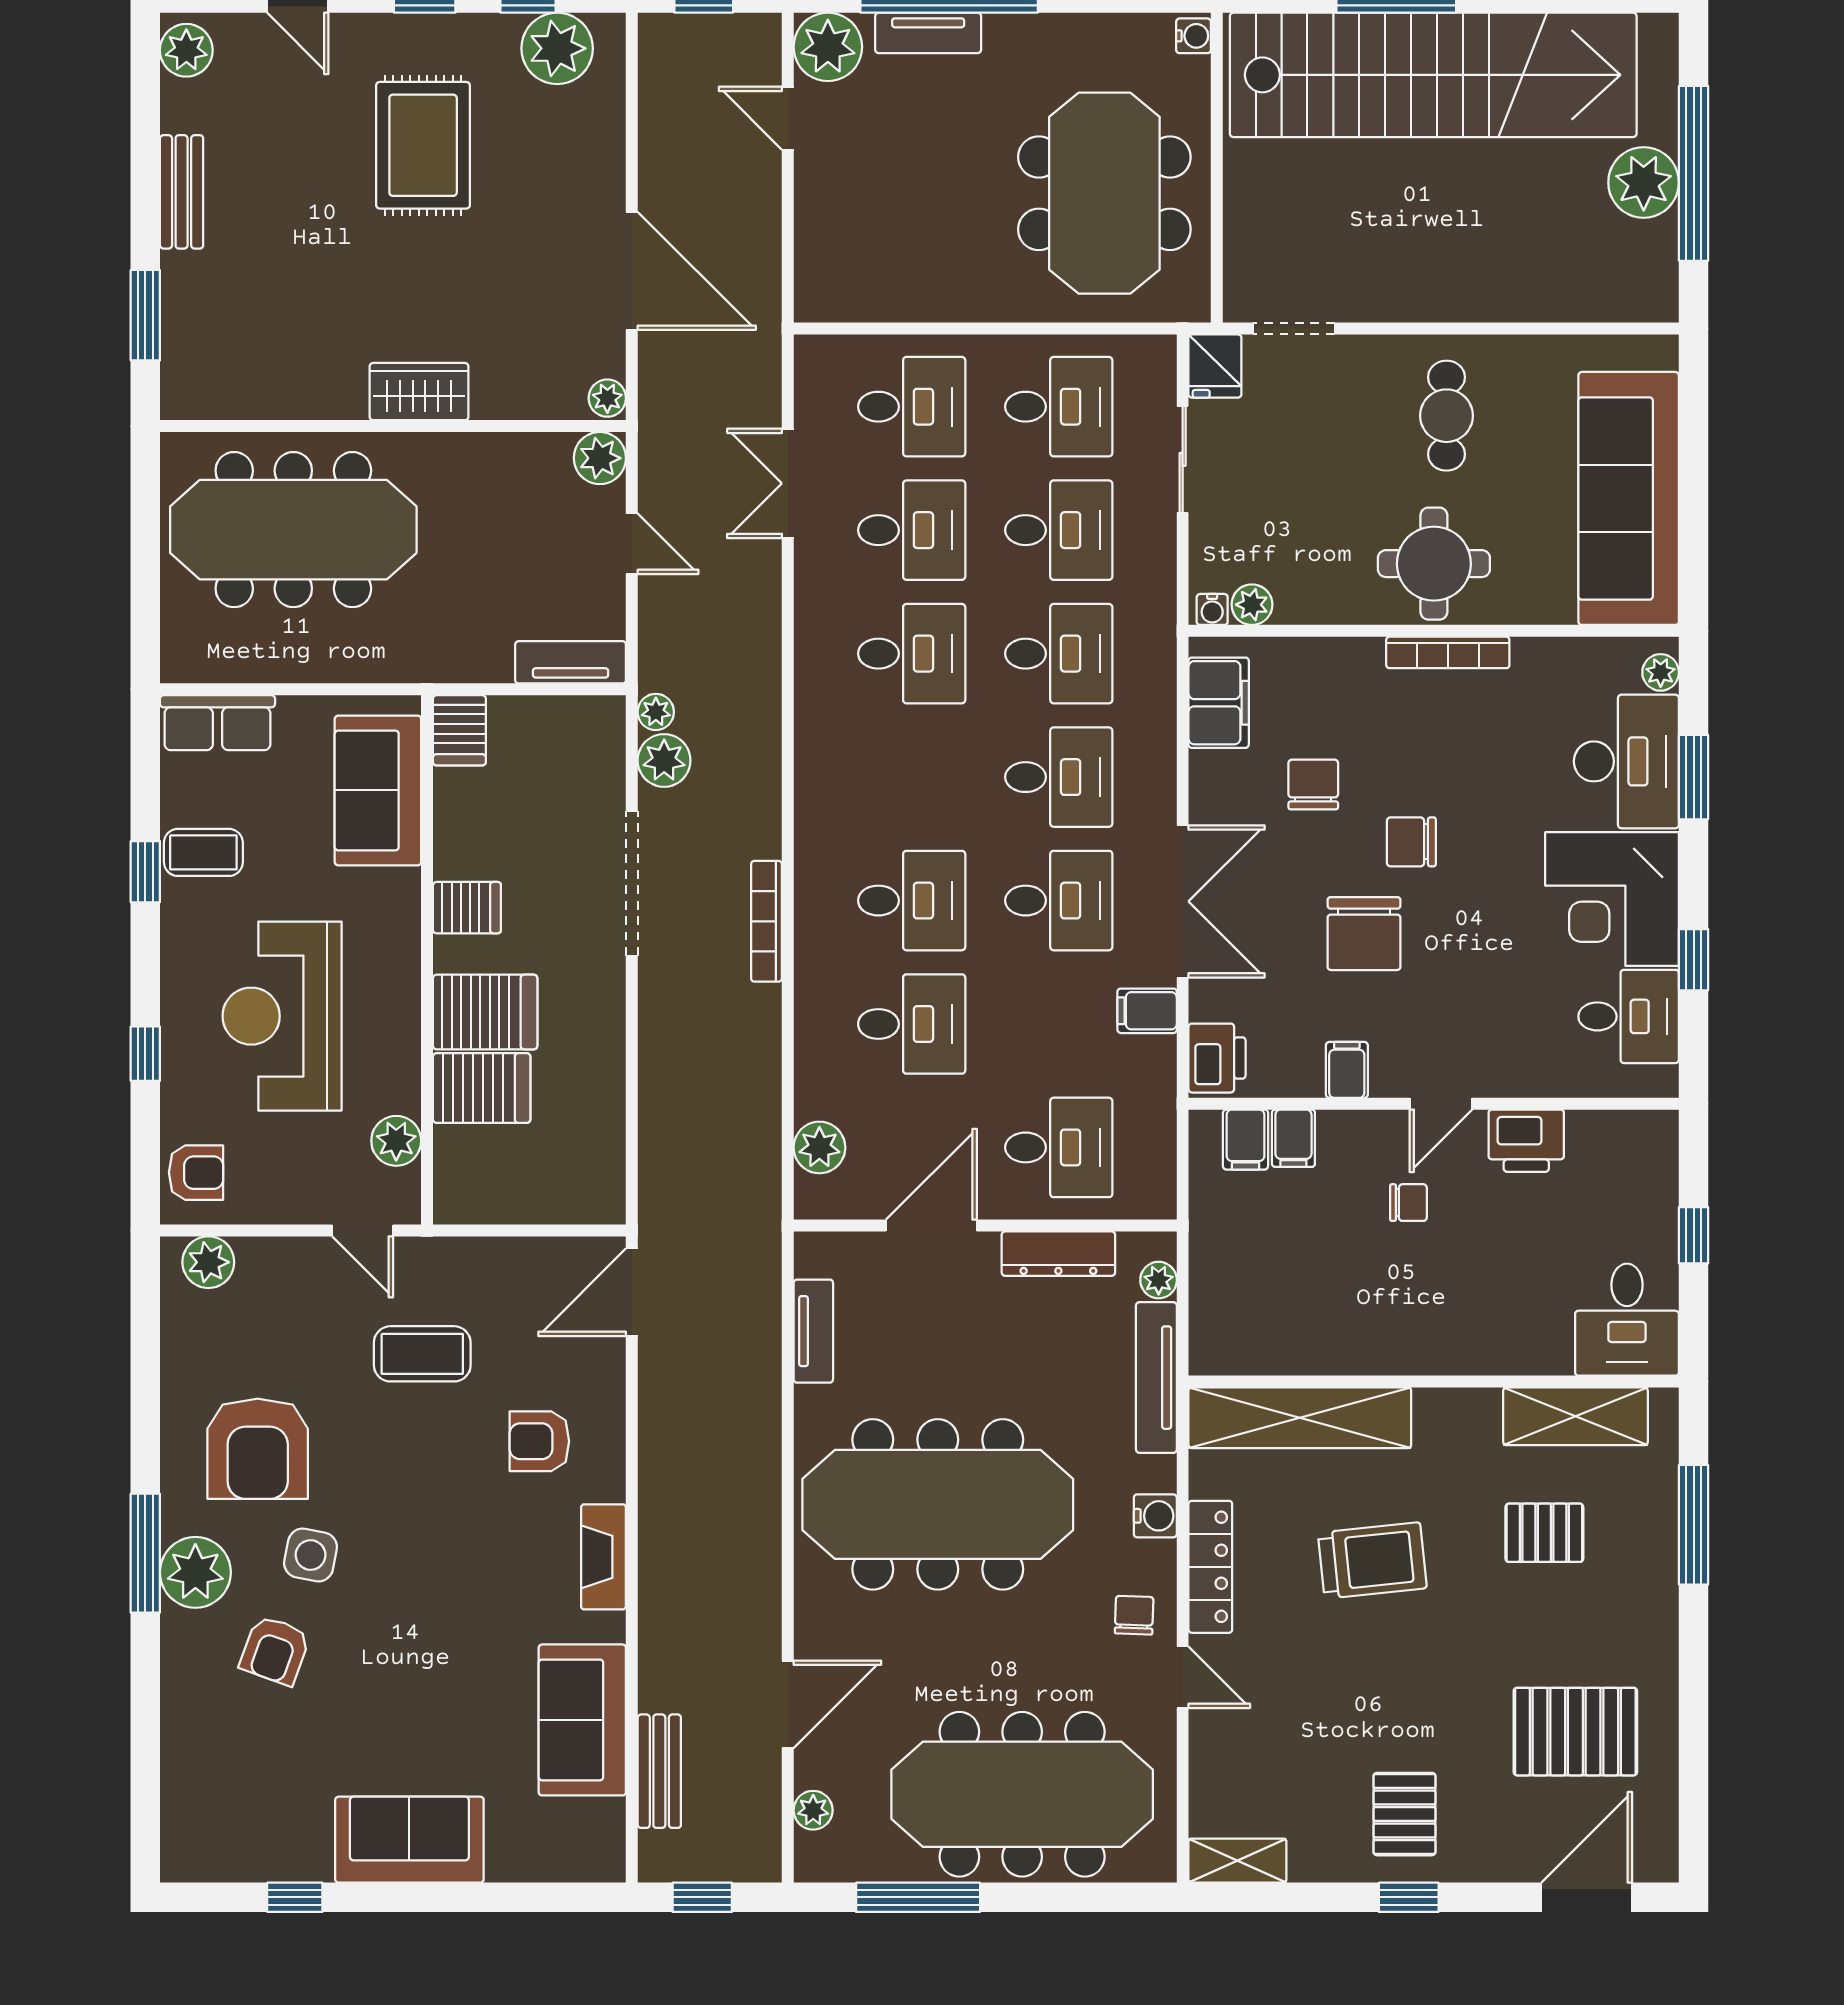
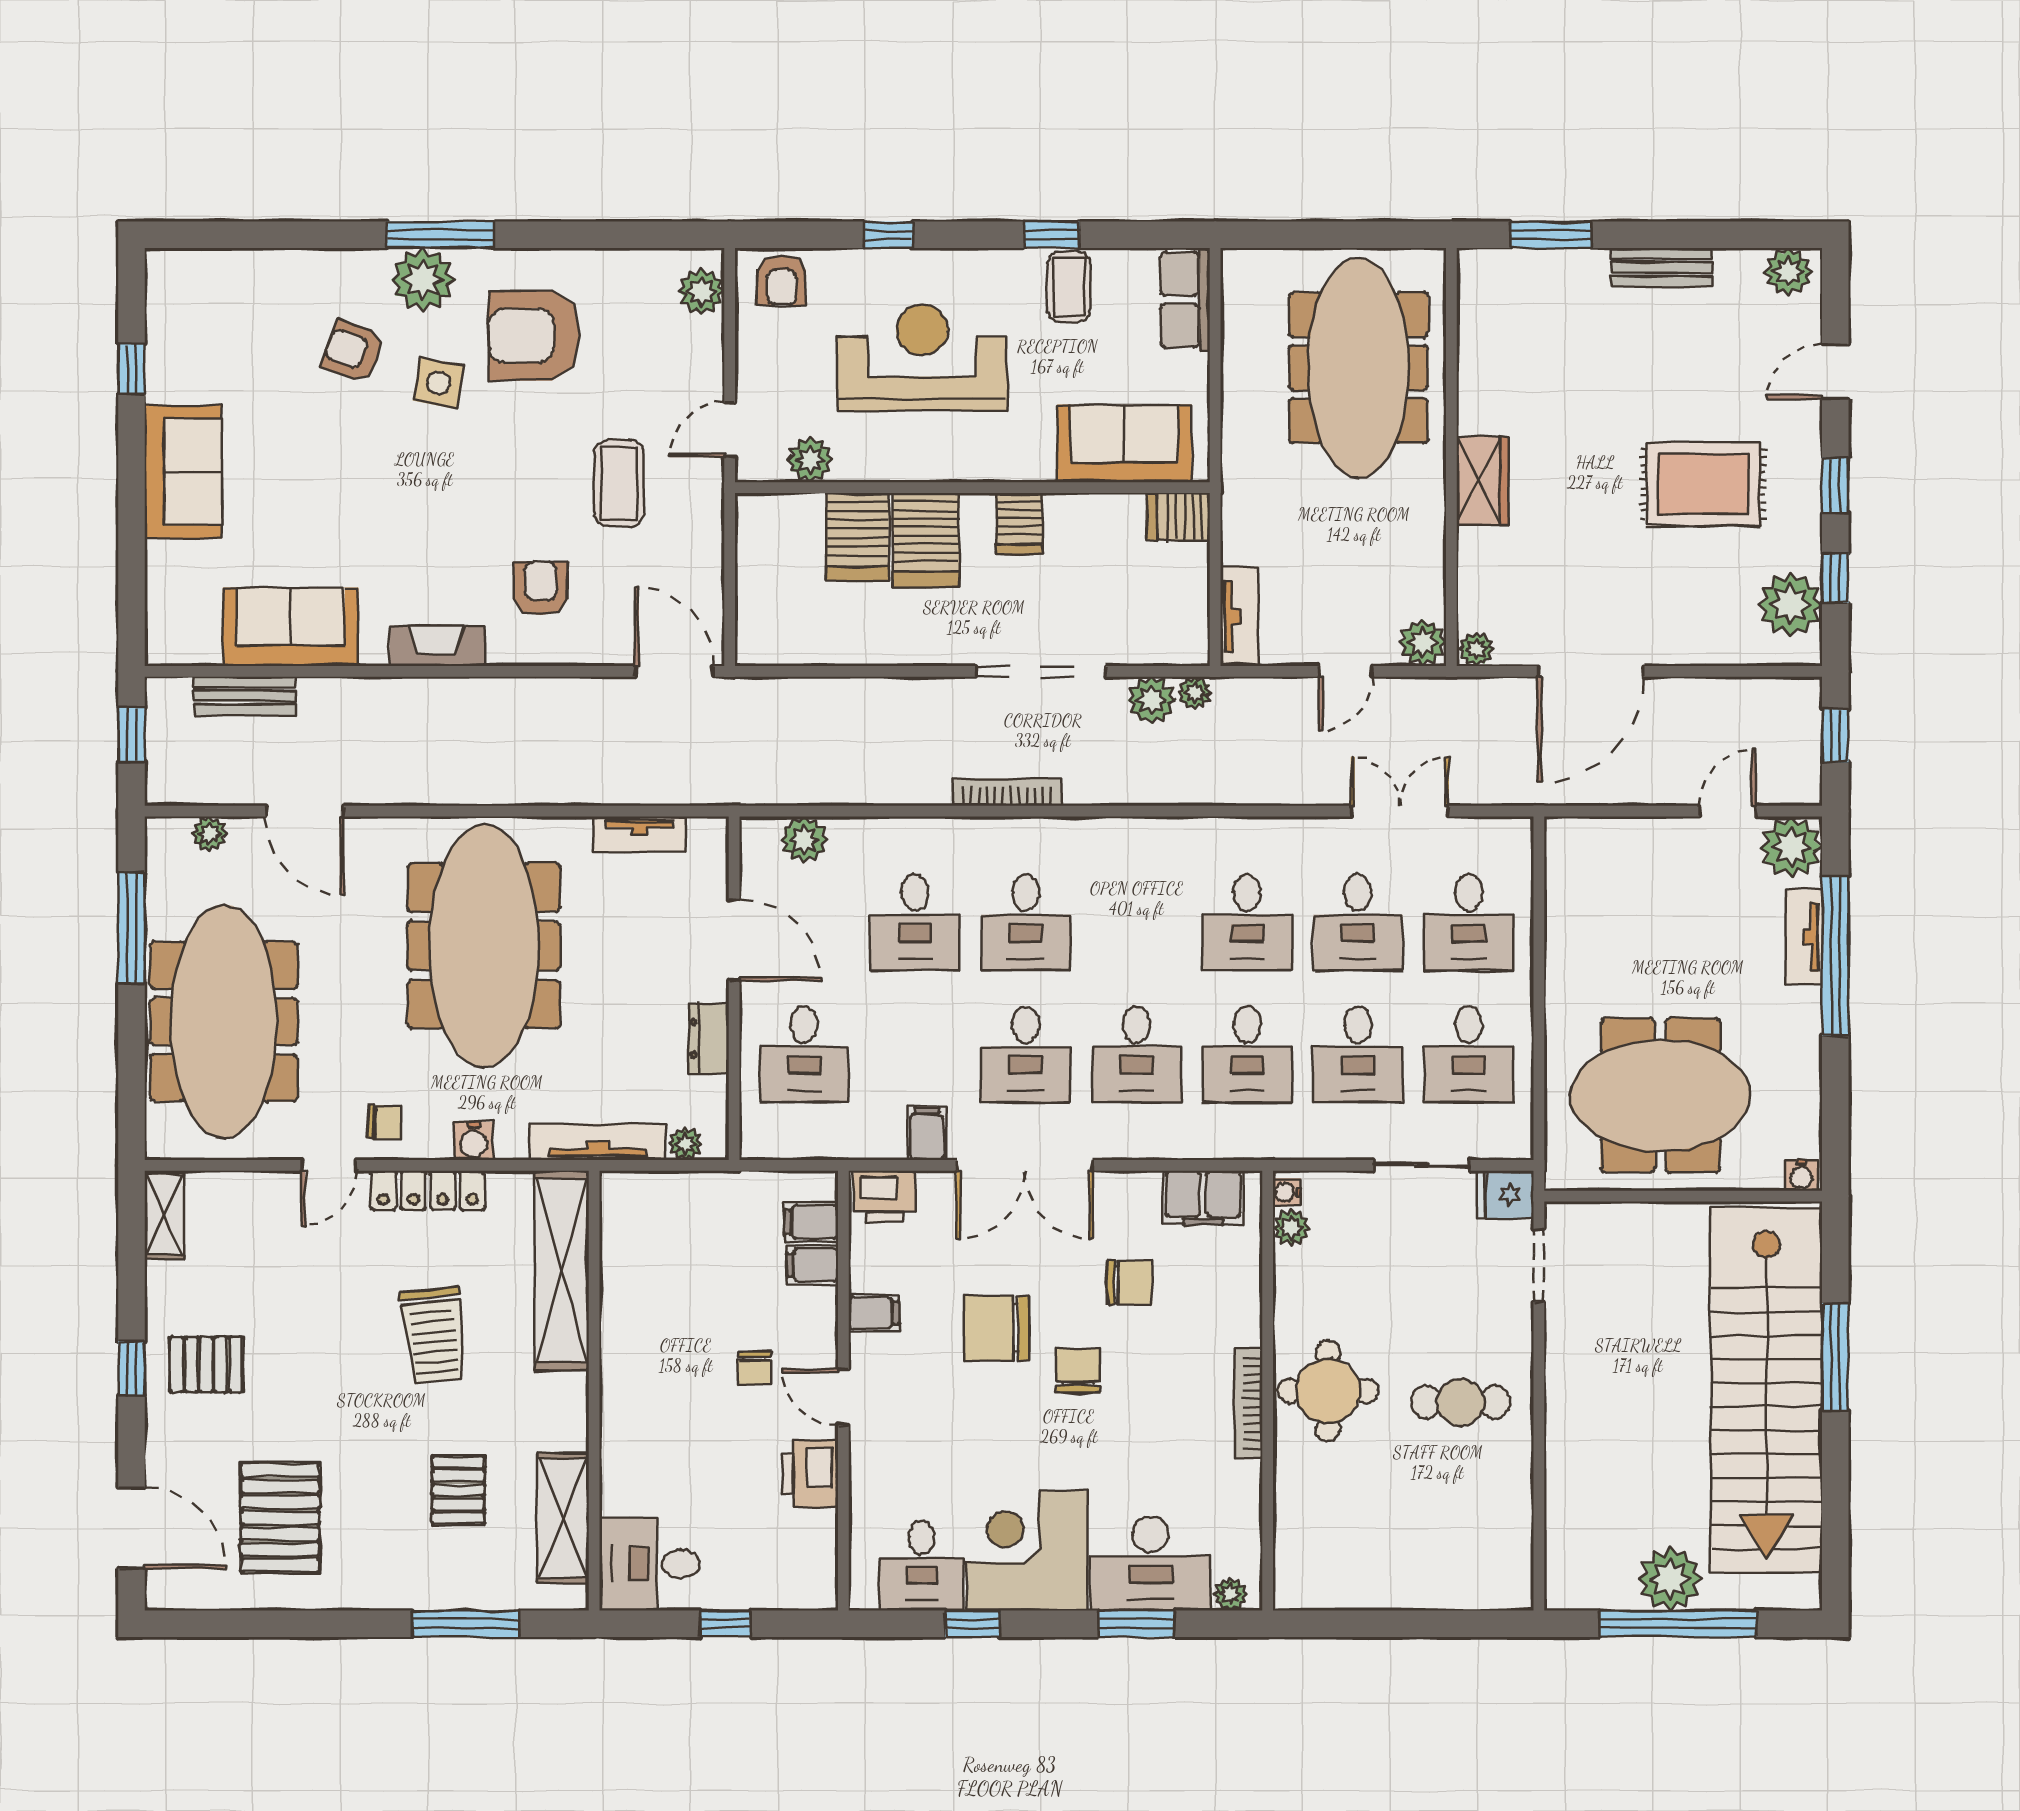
sofa: (1629, 498) -> (1386, 1566), removed
dresser: (1058, 1254) -> (709, 1039), width x0.70

